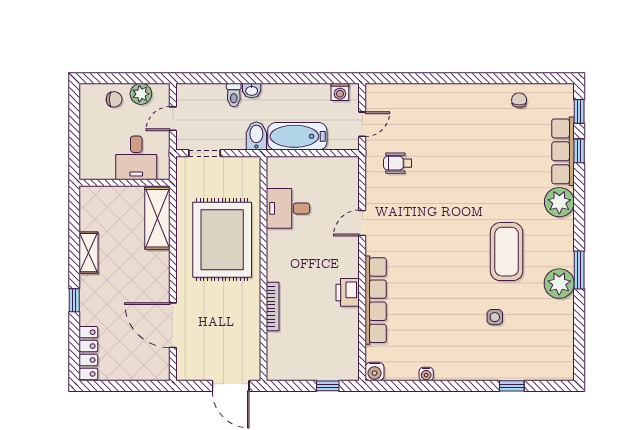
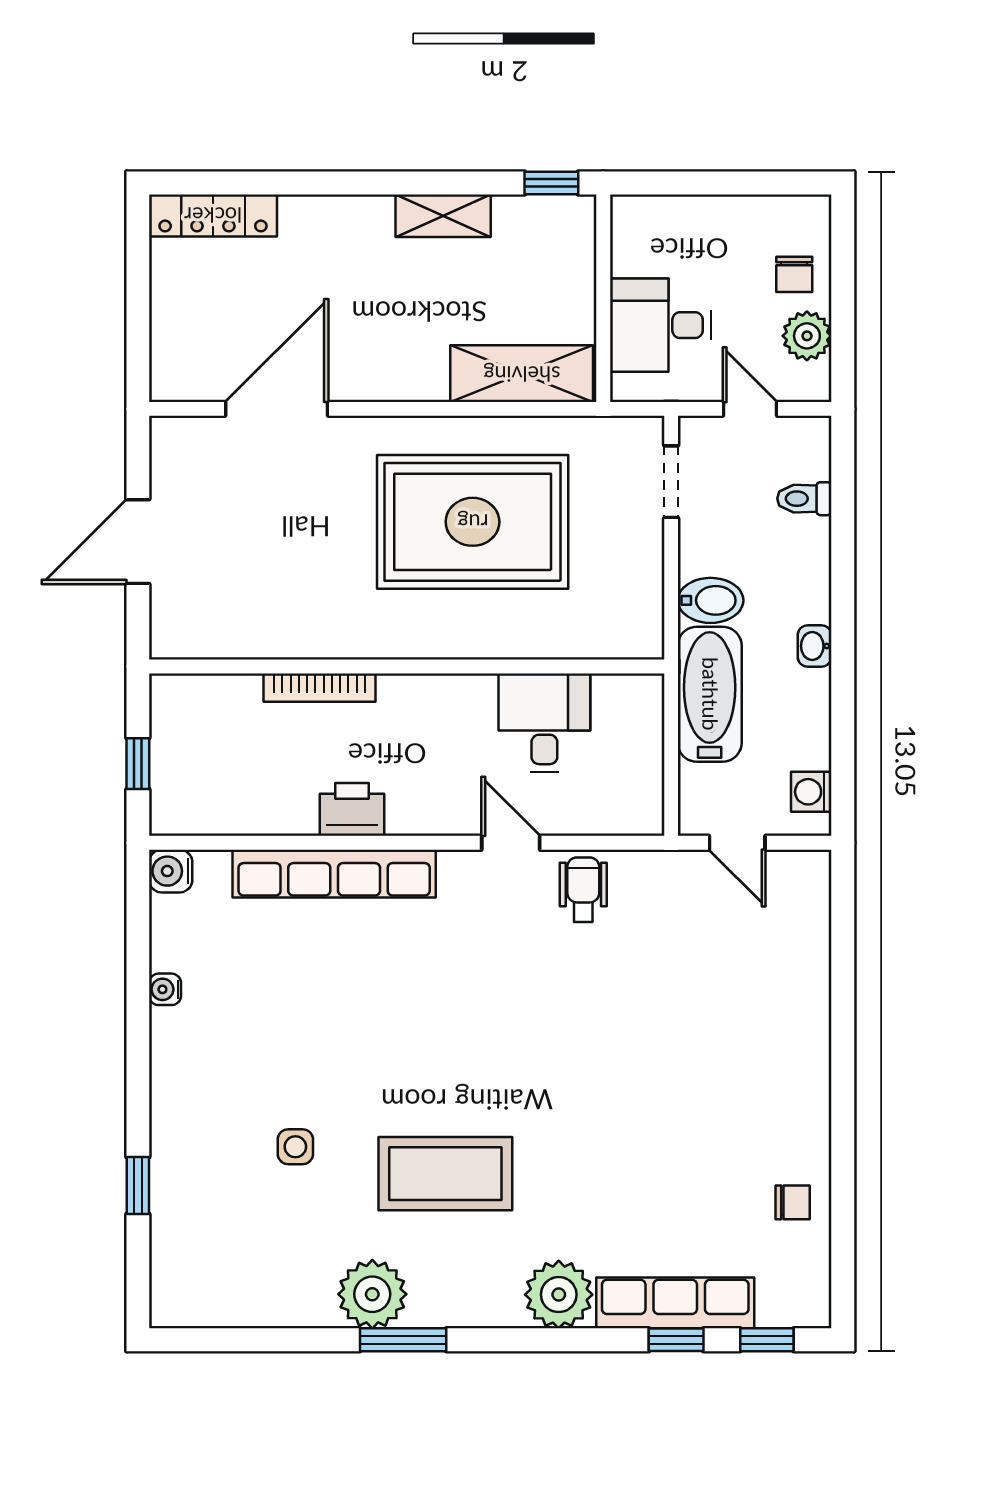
washbasin: (252, 90) -> (815, 646), moved
toilet: (234, 95) -> (804, 499), moved
wheelchair: (398, 163) -> (583, 890), moved
desk: (288, 208) -> (544, 723), moved
wall: (264, 269) -> (407, 666), moved
window: (74, 300) -> (551, 183), moved
bookcase: (273, 307) -> (320, 688), moved

